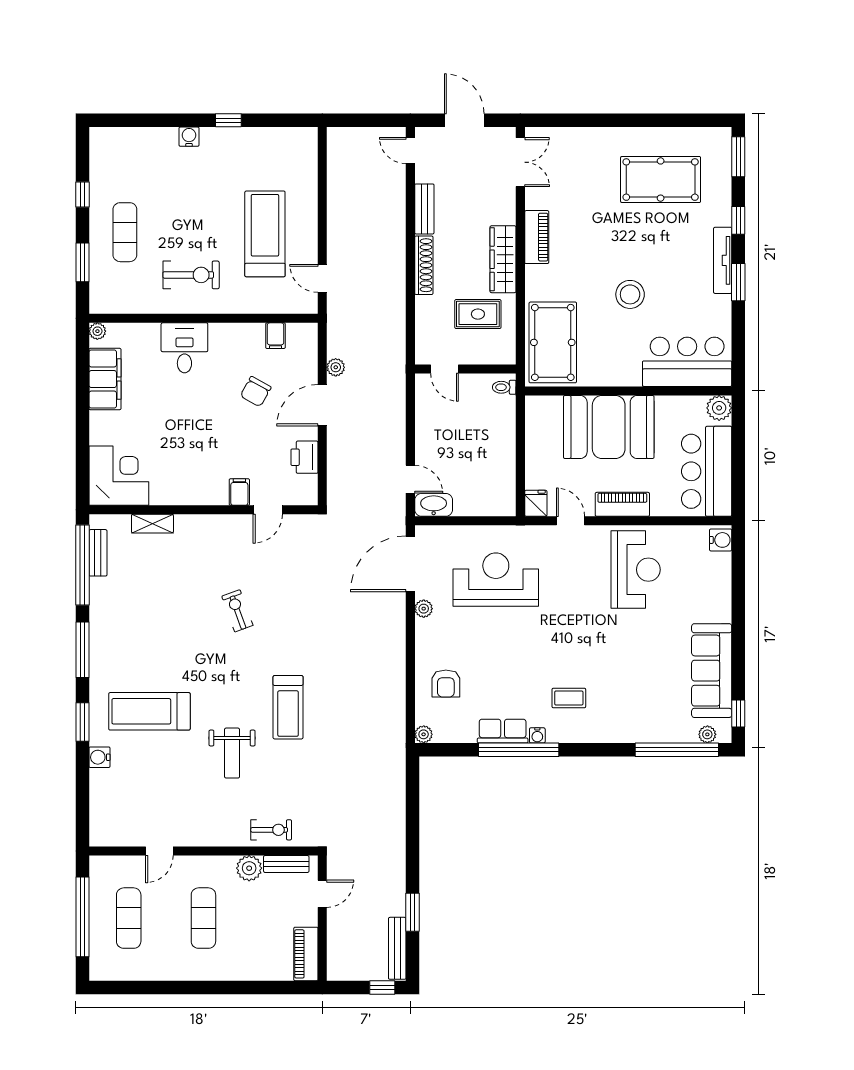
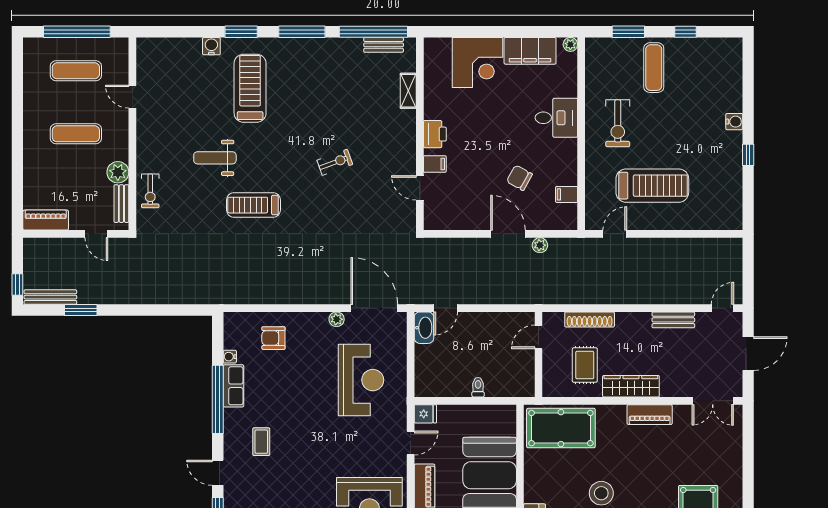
exercise mat: (125, 232) -> (654, 68), turned 90
shoe rack: (424, 265) -> (590, 319), moved
toilet: (504, 387) -> (478, 387), moved
printer: (304, 457) -> (435, 134), moved, turned 90
corner desk: (119, 476) -> (477, 62), moved
plant: (424, 734) -> (231, 319), removed
water cooler: (537, 735) -> (230, 357), moved
door: (606, 750) -> (218, 473), added

